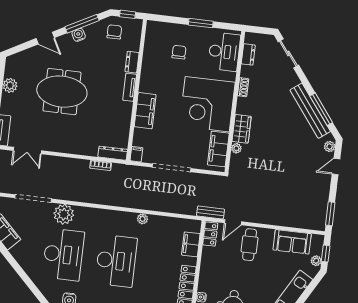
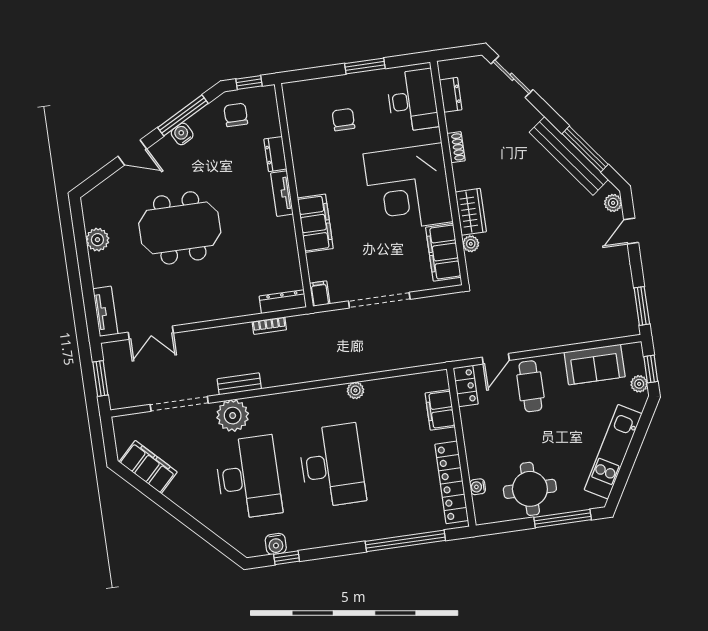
bench: (211, 212) -> (239, 384), moved

